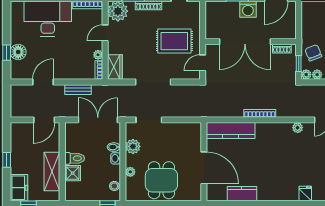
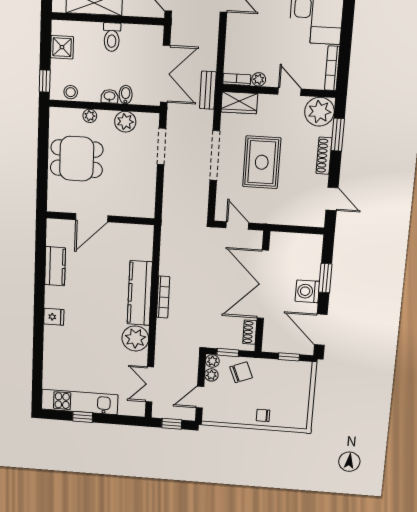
window: (299, 19) -> (289, 357), added
rug: (174, 41) -> (262, 162), moved
bench: (78, 90) -> (208, 90), moved
plant: (298, 128) -> (135, 338), width x1.87, depth x1.87
kitchen counter: (231, 131) -> (140, 293), moved
door: (204, 168) -> (92, 218), width x0.73
shower: (73, 173) -> (62, 47), moved
fridge: (305, 193) -> (54, 317), moved

